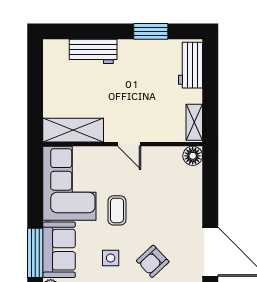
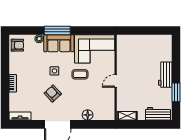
workbench: (93, 51) -> (165, 75), moved
shelving: (73, 130) -> (123, 51), removed
floor lamp: (193, 156) -> (88, 115), moved

